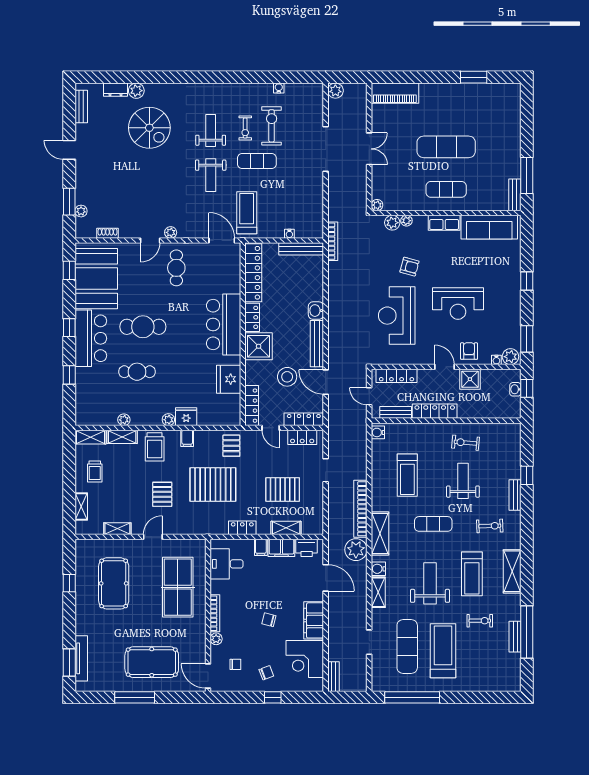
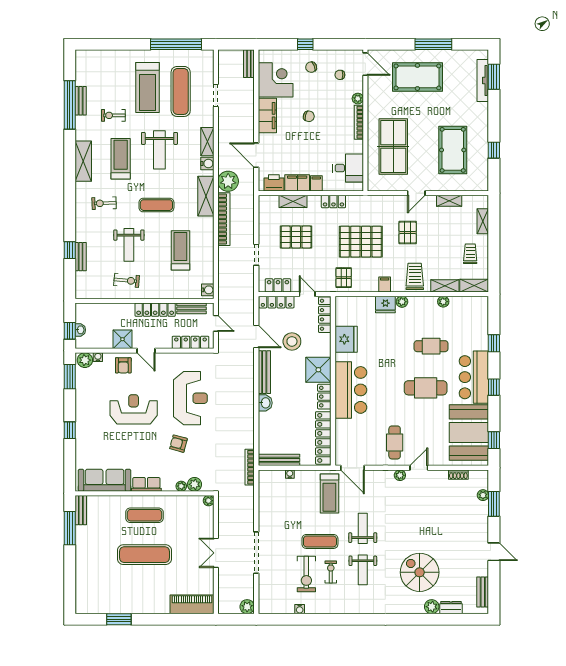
bench: (515, 495) -> (81, 257), moved

